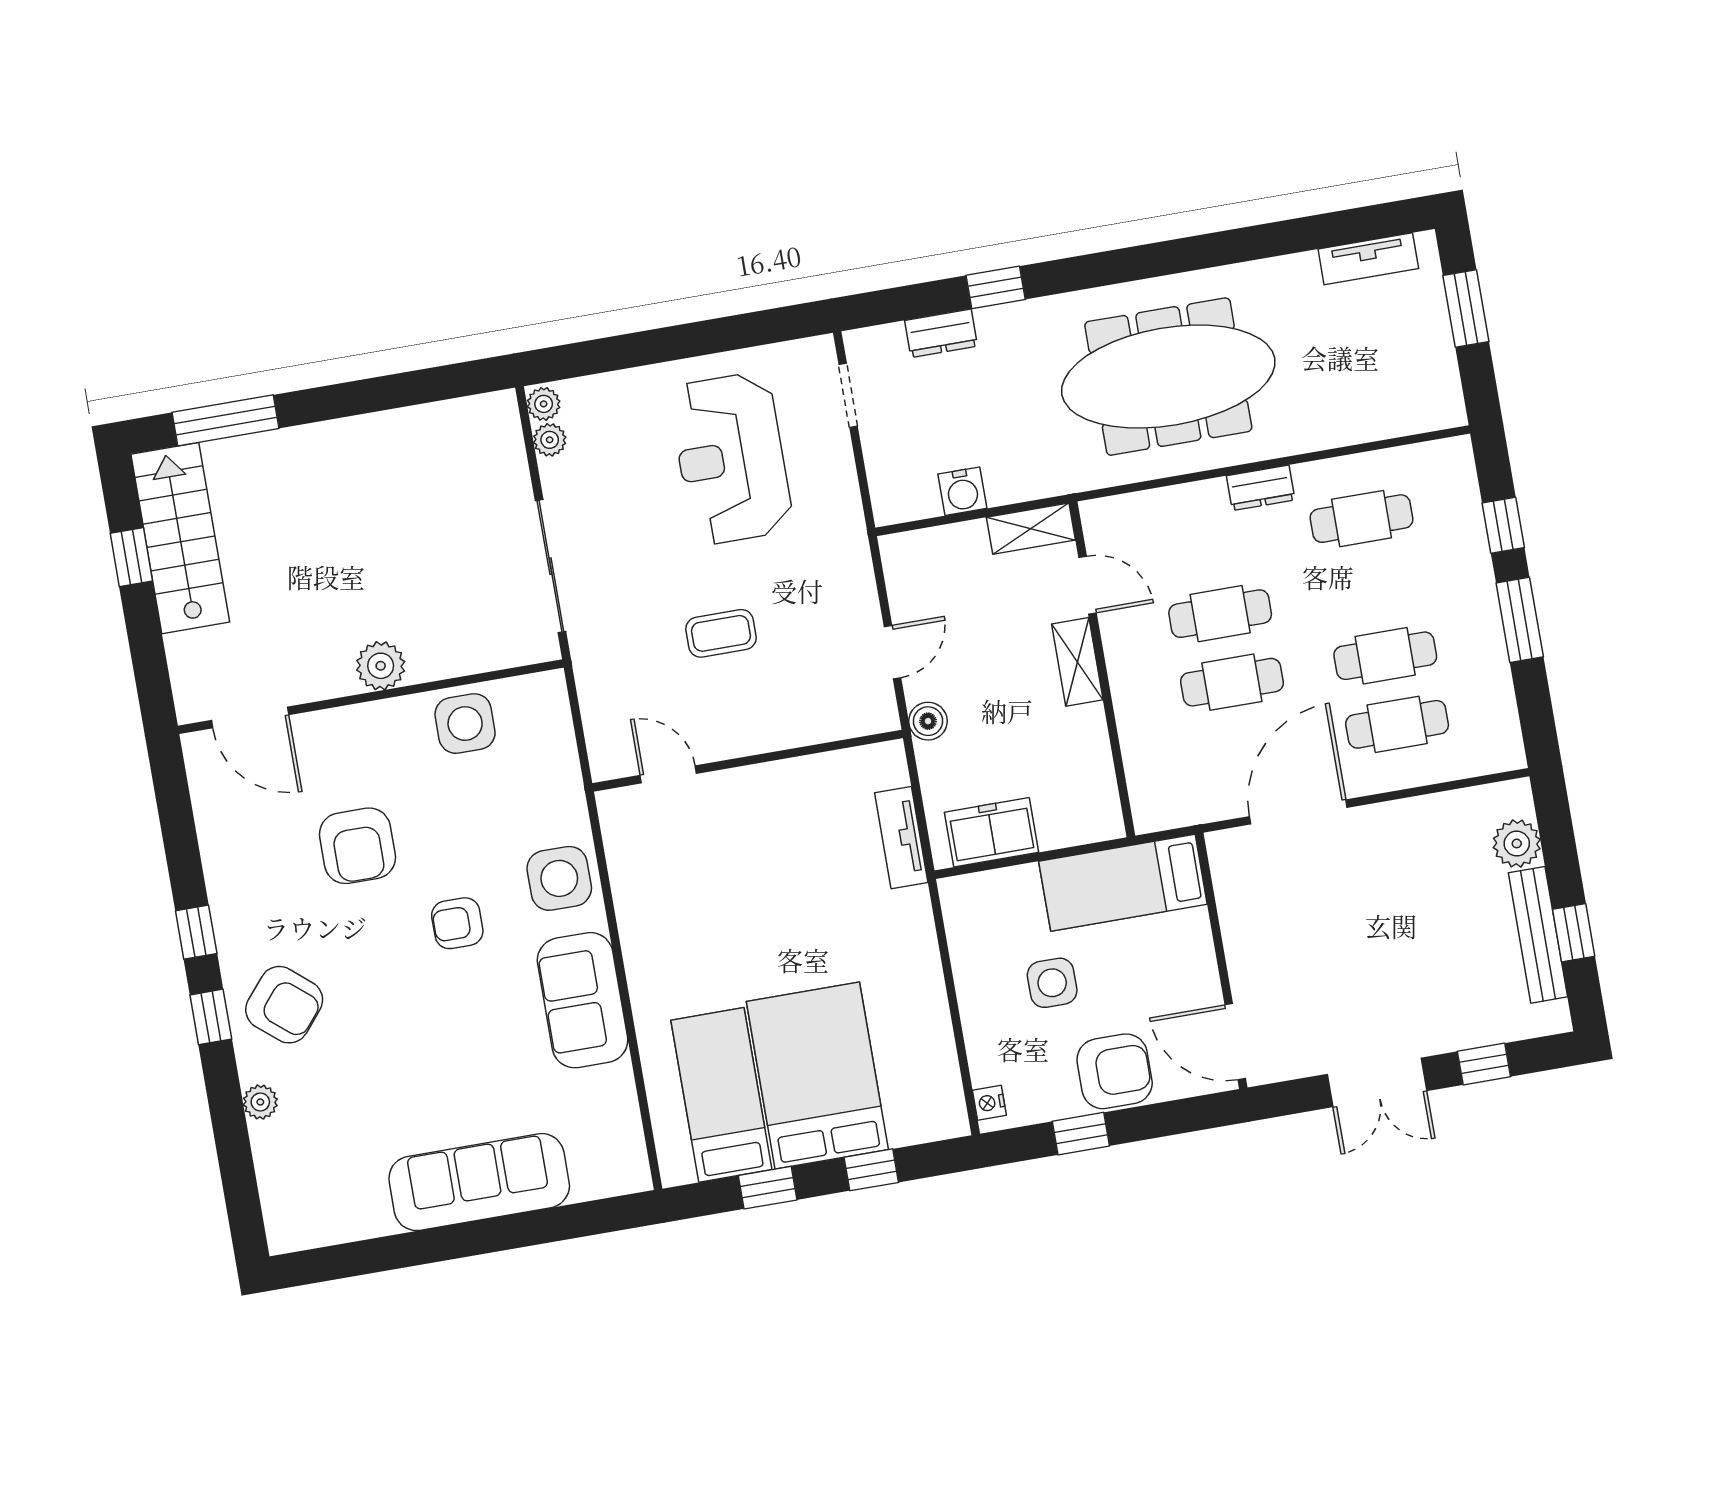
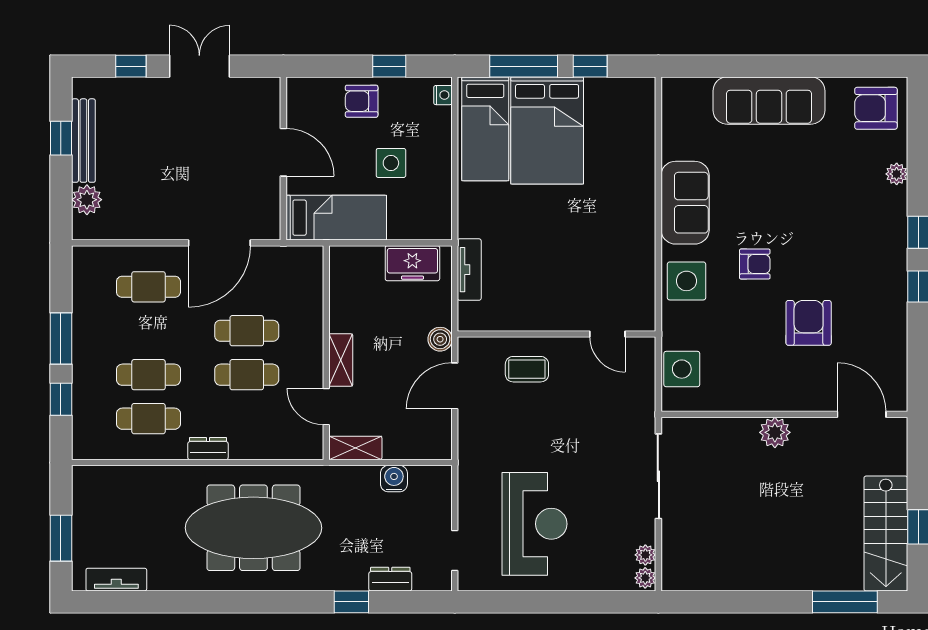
coffee table: (721, 633) -> (527, 369), moved
door: (892, 652) -> (455, 386), width x1.37
cafe table: (1385, 656) -> (148, 375), moved
side table: (465, 724) -> (682, 369), moved
armchair: (284, 1005) -> (876, 108), moved, turned -40
door: (1235, 1042) -> (283, 152), moved
armchair: (1115, 1071) -> (362, 101), width x0.72, depth x0.72
bed: (721, 1095) -> (485, 129), moved
window: (871, 1170) -> (524, 66), width x2.17

